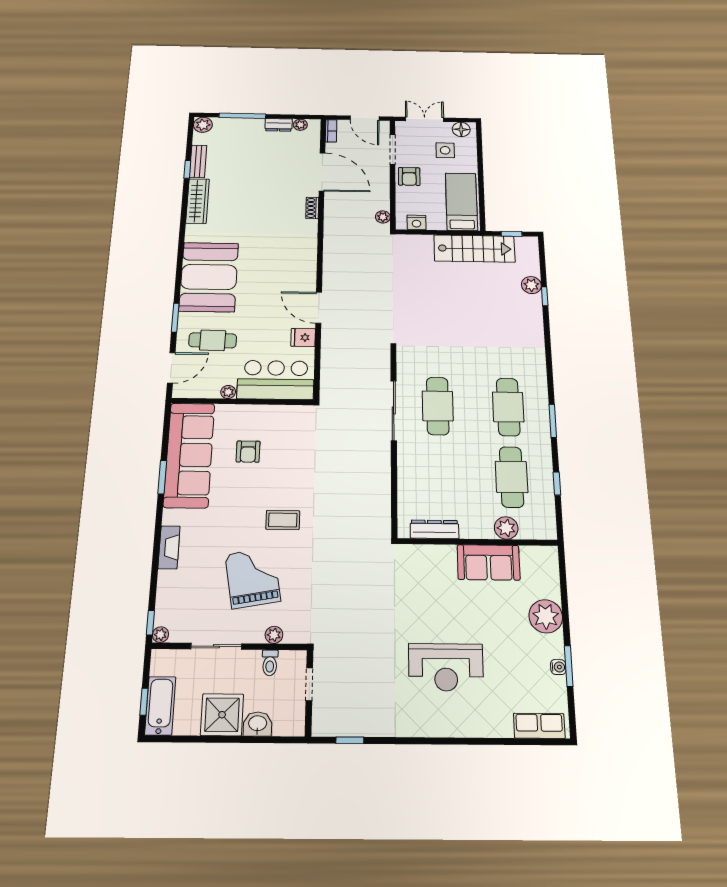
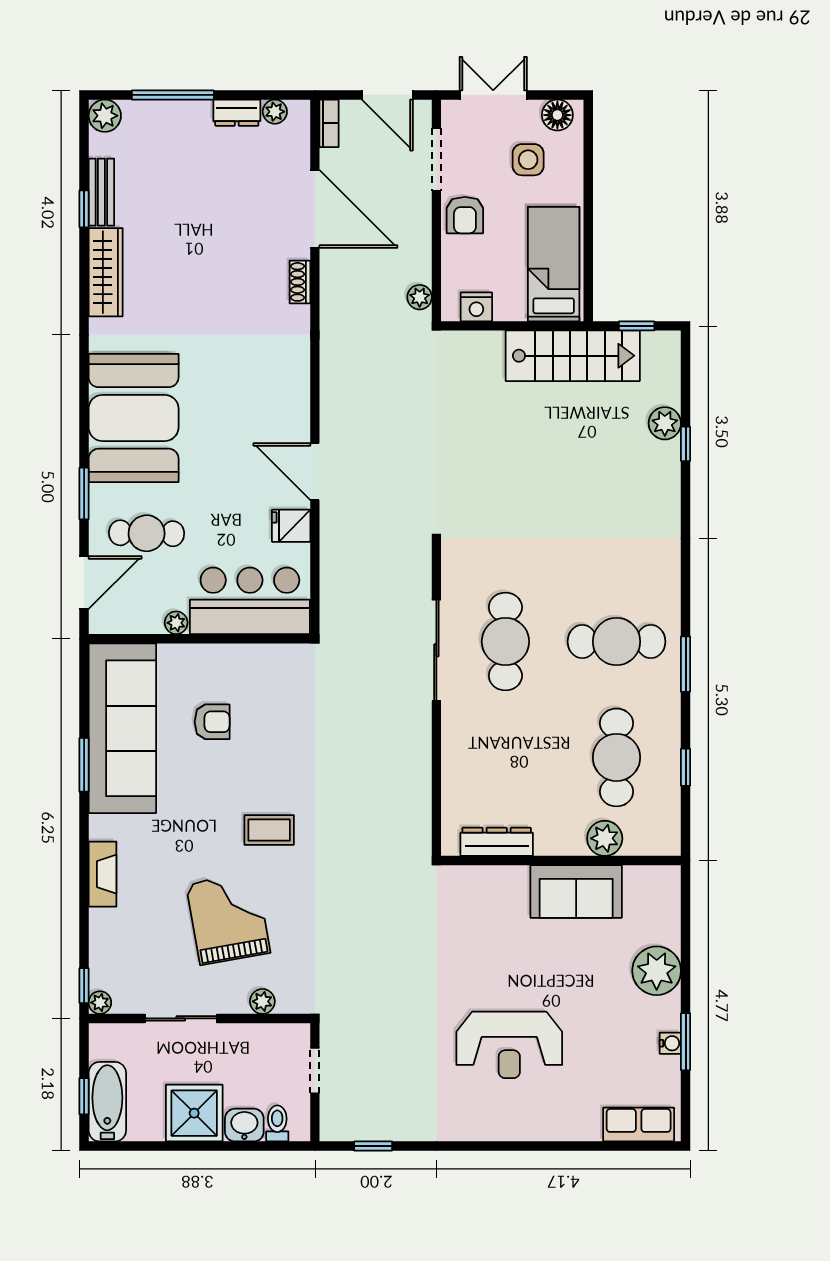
cafe table: (508, 407) -> (616, 642), turned 90
armchair: (248, 452) -> (212, 722), turned -90
toilet: (270, 663) -> (277, 1123), moved, turned 180

